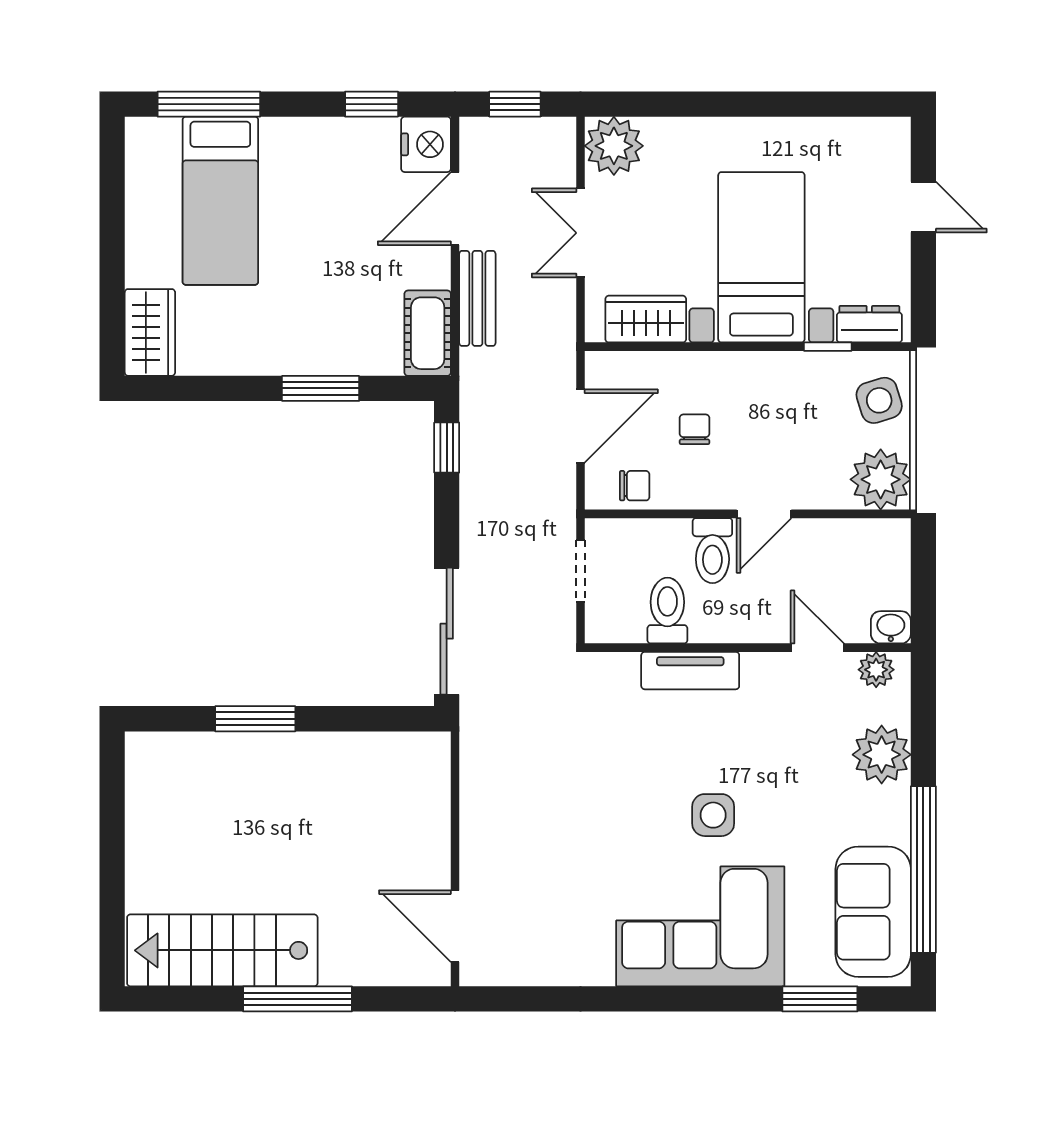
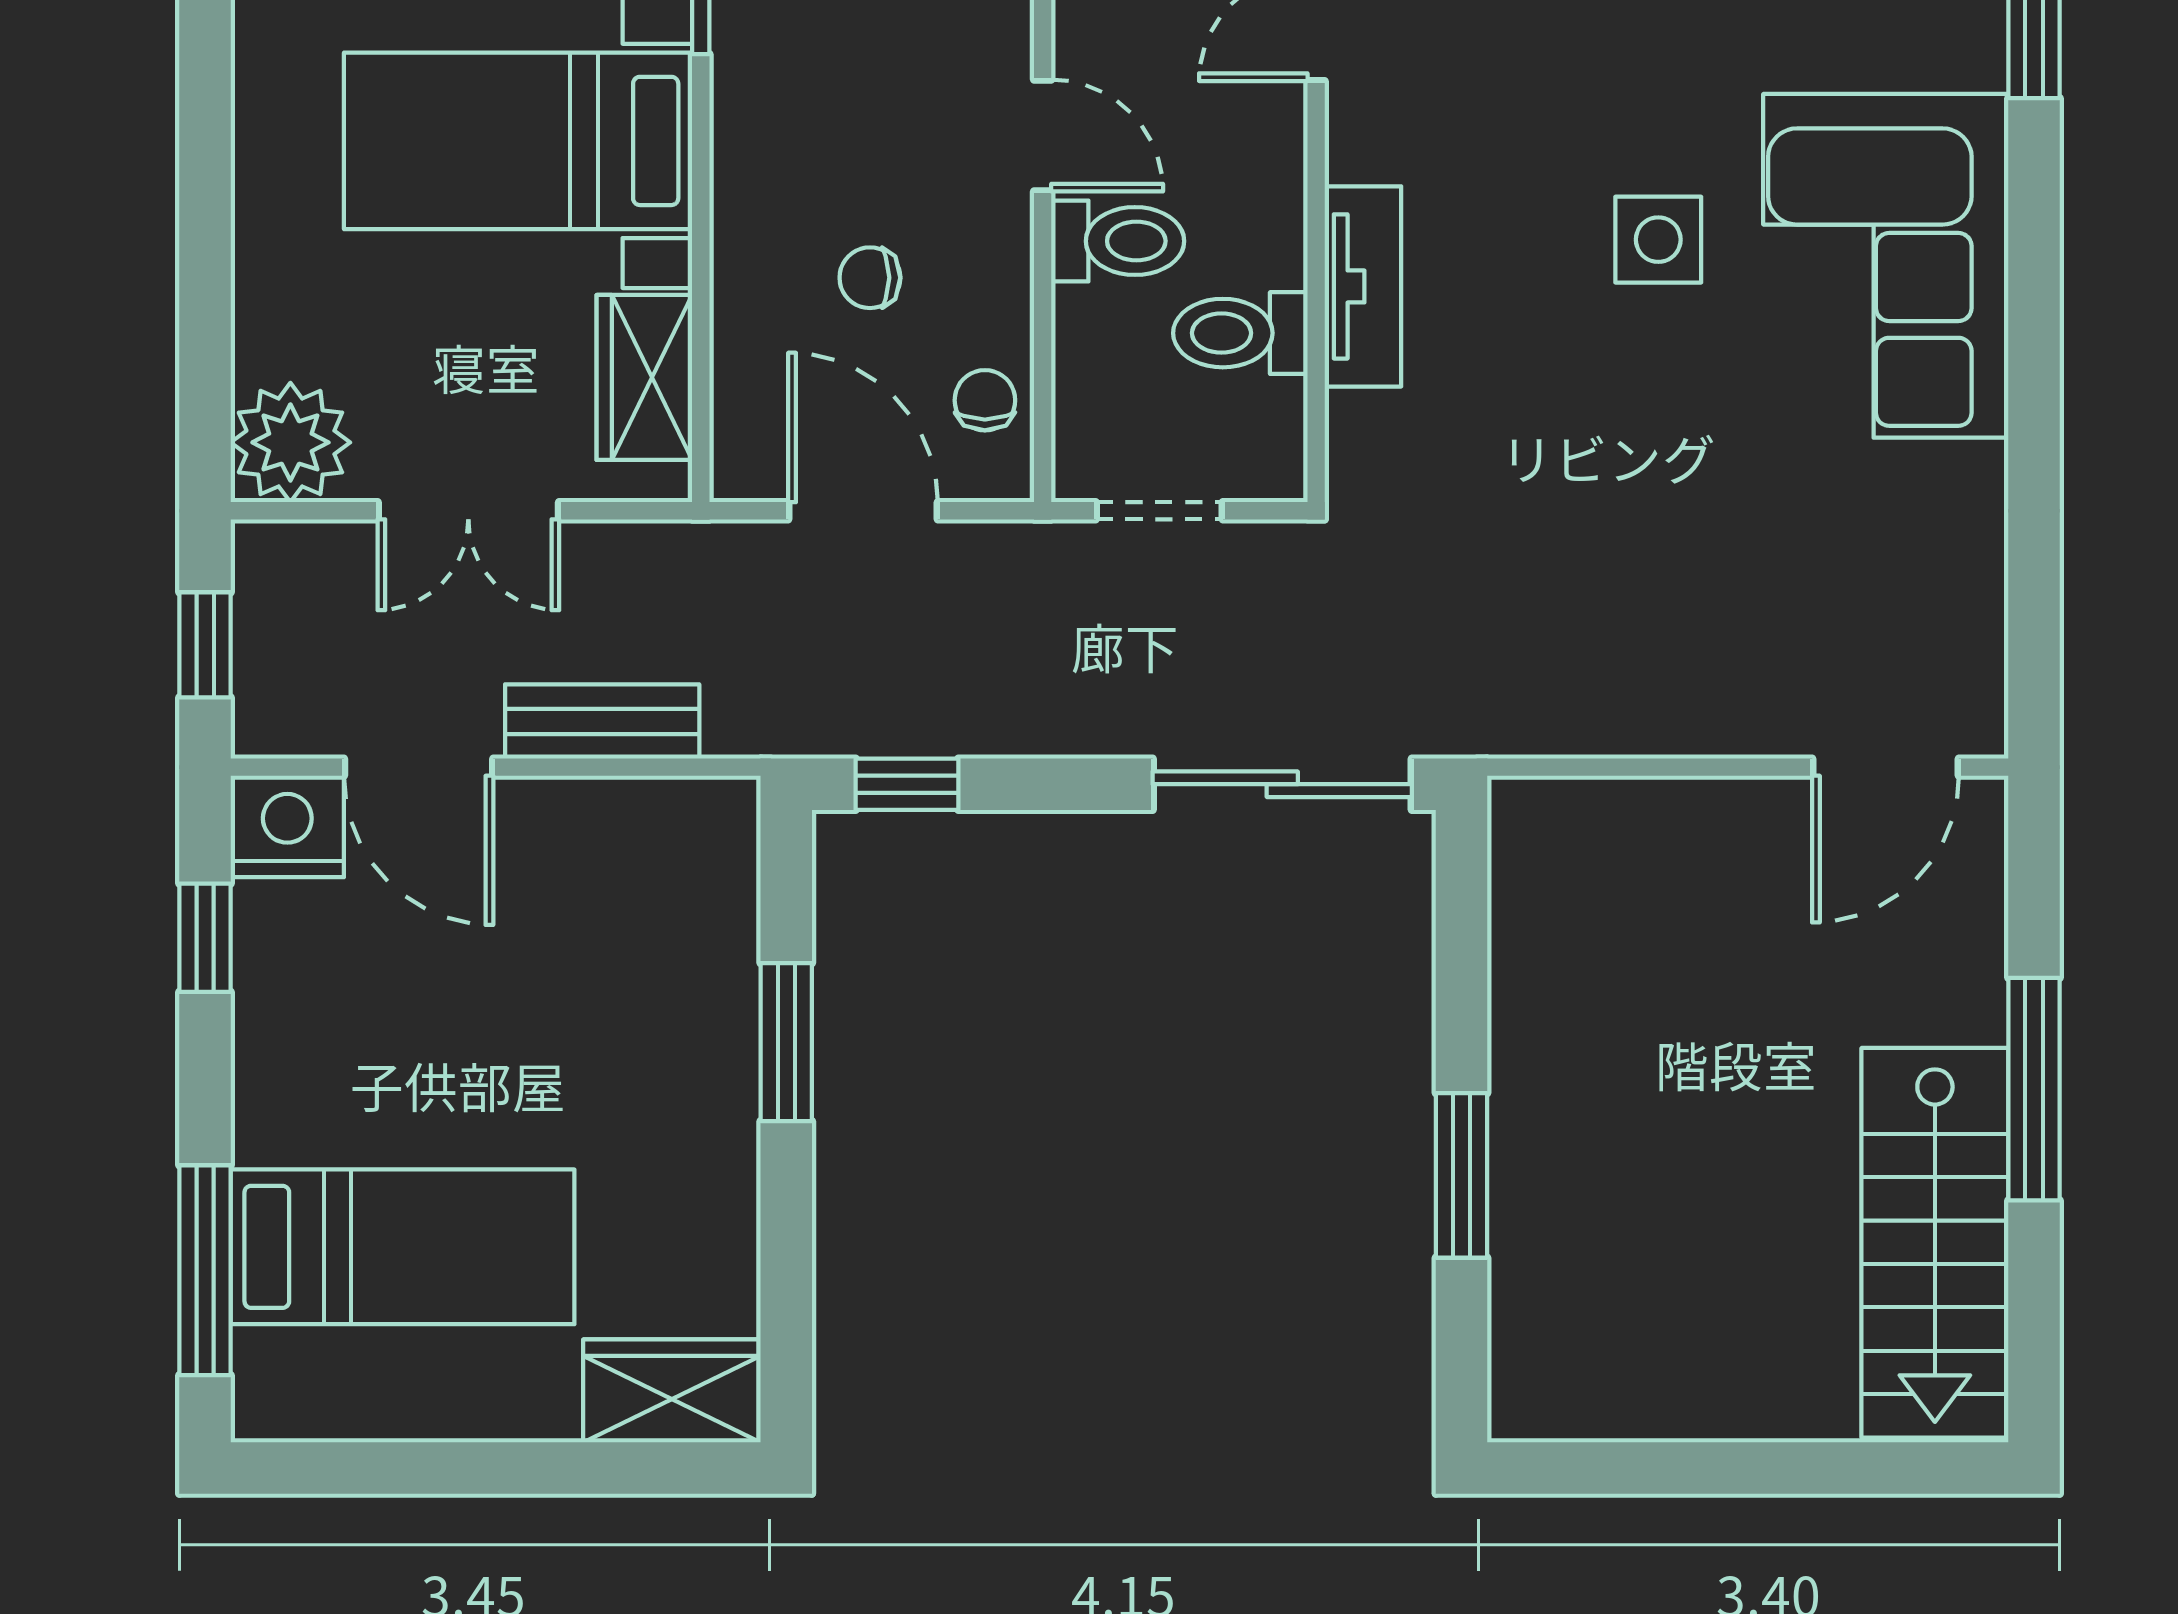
cot: (428, 333) -> (673, 823), removed

